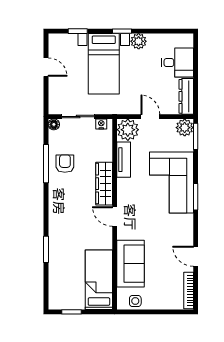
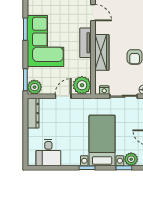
plant: (139, 41) -> (131, 159), moved
desk: (177, 63) -> (48, 153), moved, turned -90
door: (150, 117) -> (63, 96), swing flipped
tv unit: (124, 160) -> (85, 43), moved
wardrobe: (104, 184) -> (102, 52), moved

